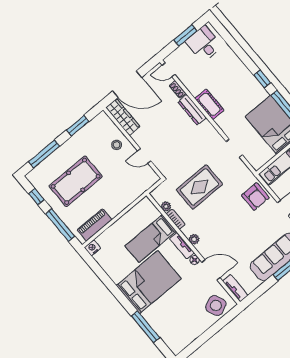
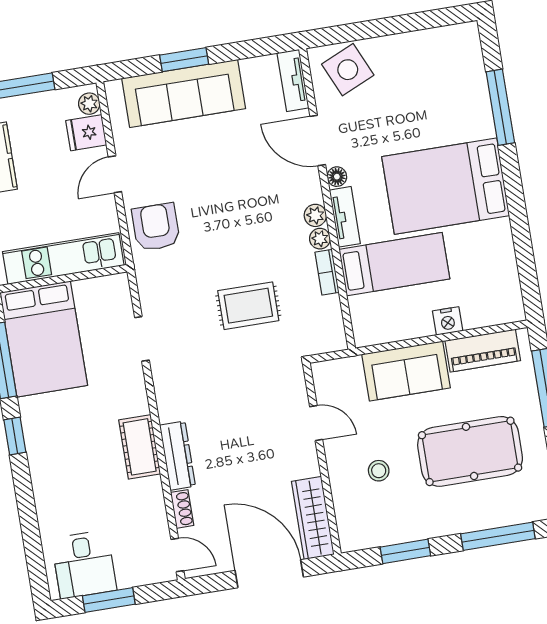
stool: (117, 145) -> (379, 471), moved
rug: (199, 187) -> (248, 306), width x0.73, depth x0.70
sofa: (120, 198) -> (406, 371), added
plant: (166, 206) -> (320, 239), moved
nightstand: (93, 248) -> (448, 321), moved

